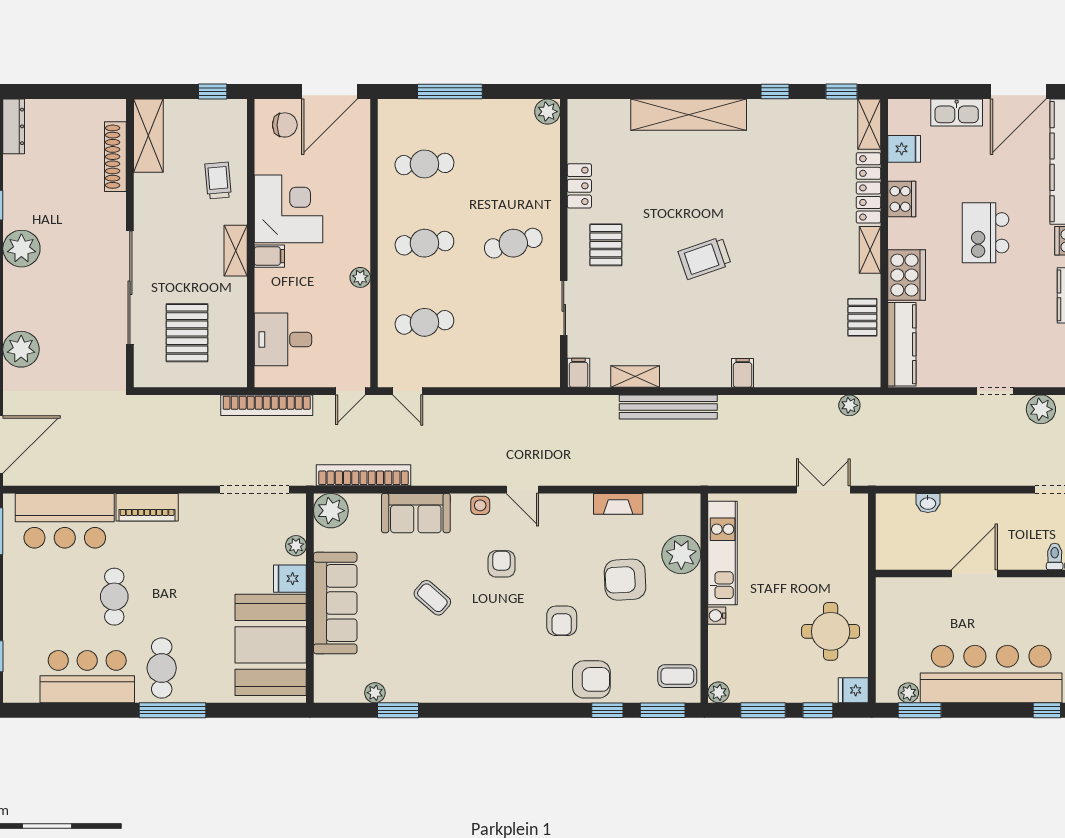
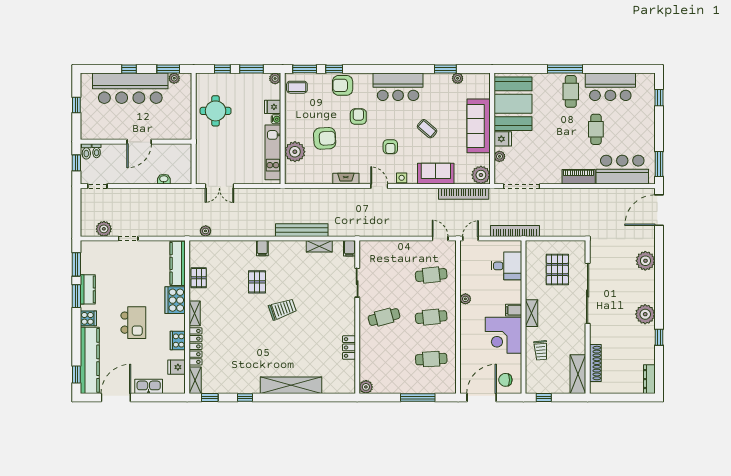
pallet: (606, 245) -> (257, 282), moved
fireplace: (618, 504) -> (346, 179), moved
bar counter: (487, 677) -> (398, 87), added
fridge: (853, 690) -> (273, 107), moved, turned 180
window: (1047, 710) -> (129, 69), moved

